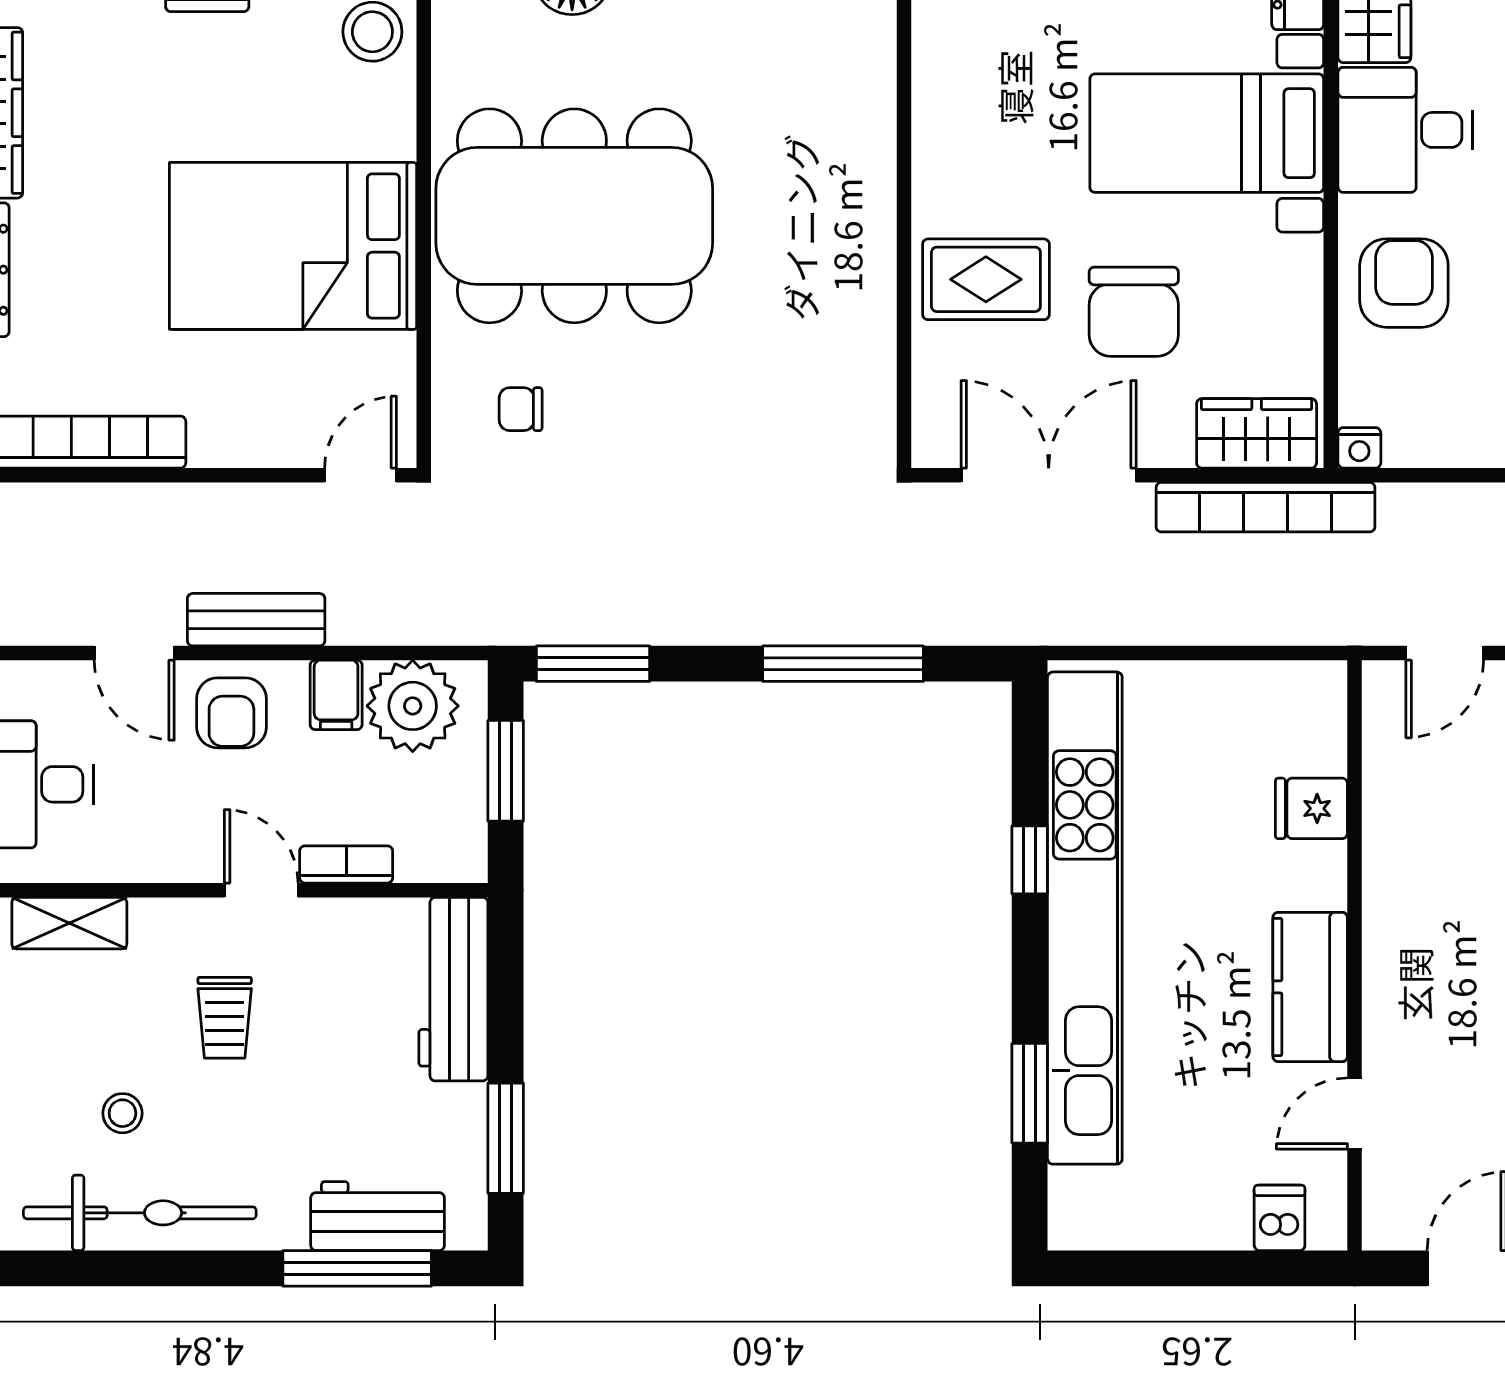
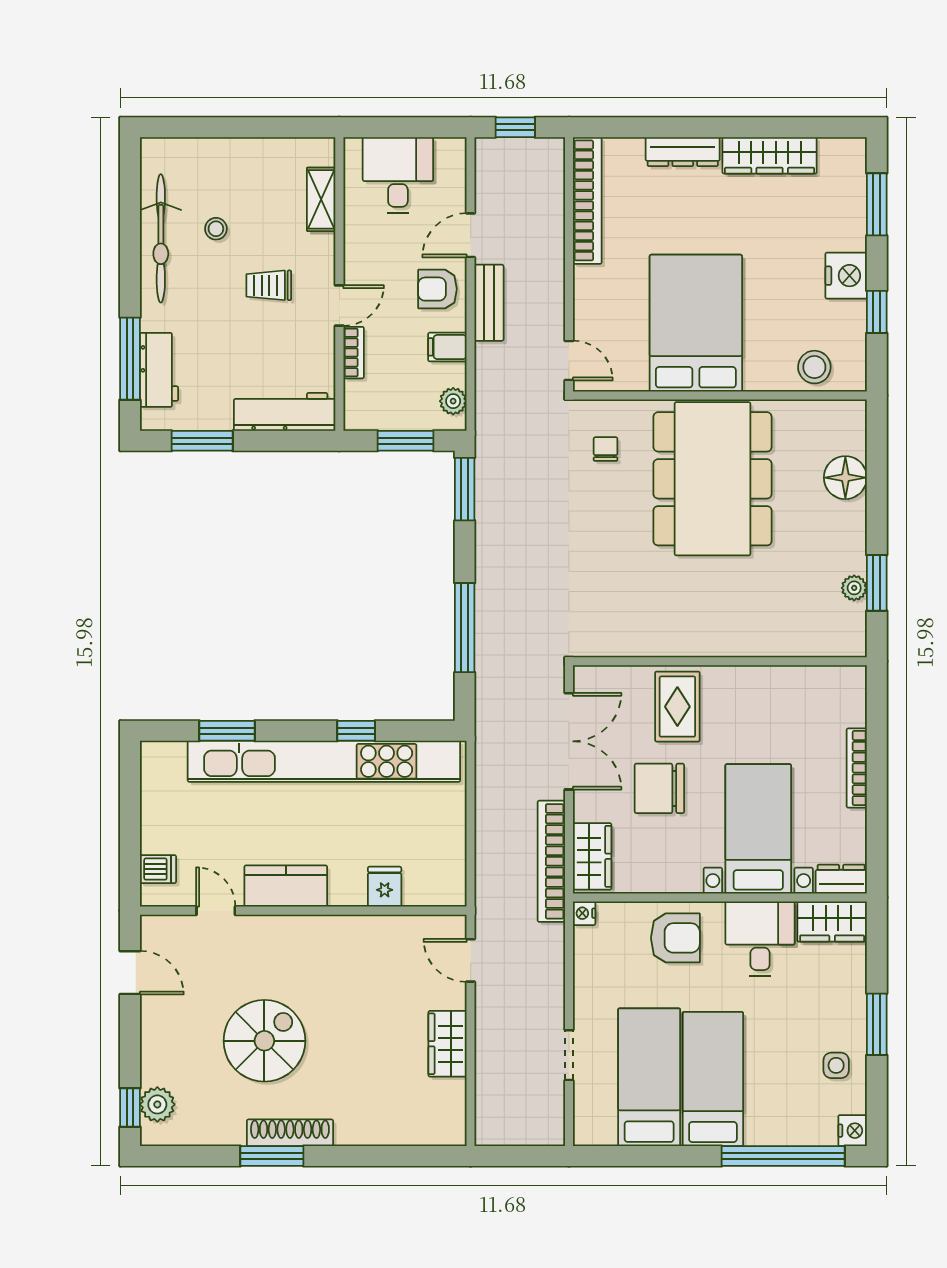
plant: (413, 706) -> (453, 401), width x0.53, depth x0.53

